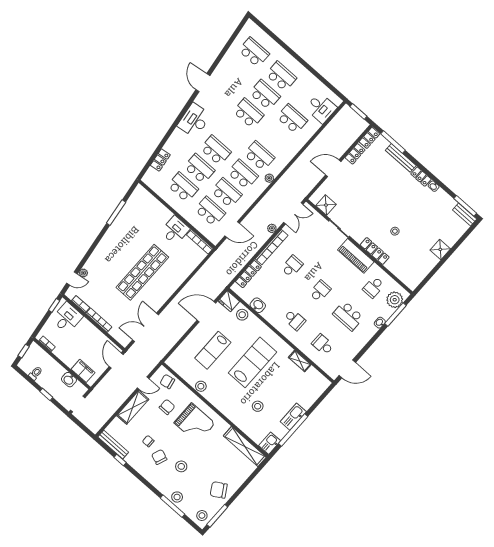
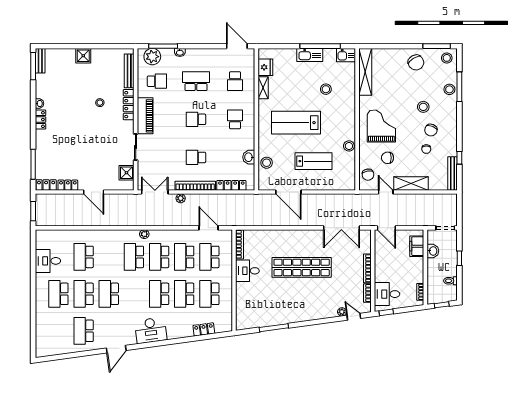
school desk: (254, 52) -> (84, 331), moved
desk: (321, 108) -> (48, 261), moved, turned -90
bench: (401, 158) -> (129, 71), moved
fridge: (229, 301) -> (265, 67), moved
school desk: (348, 316) -> (196, 81), turned -90
door: (116, 361) -> (386, 228), hinge flipped

